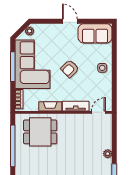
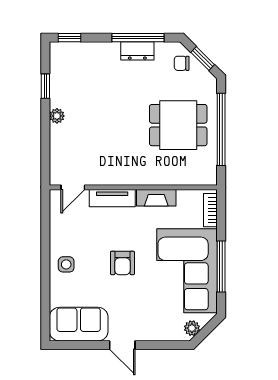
armchair: (70, 69) -> (122, 263), turned 135
dining table: (40, 132) -> (178, 125), moved

